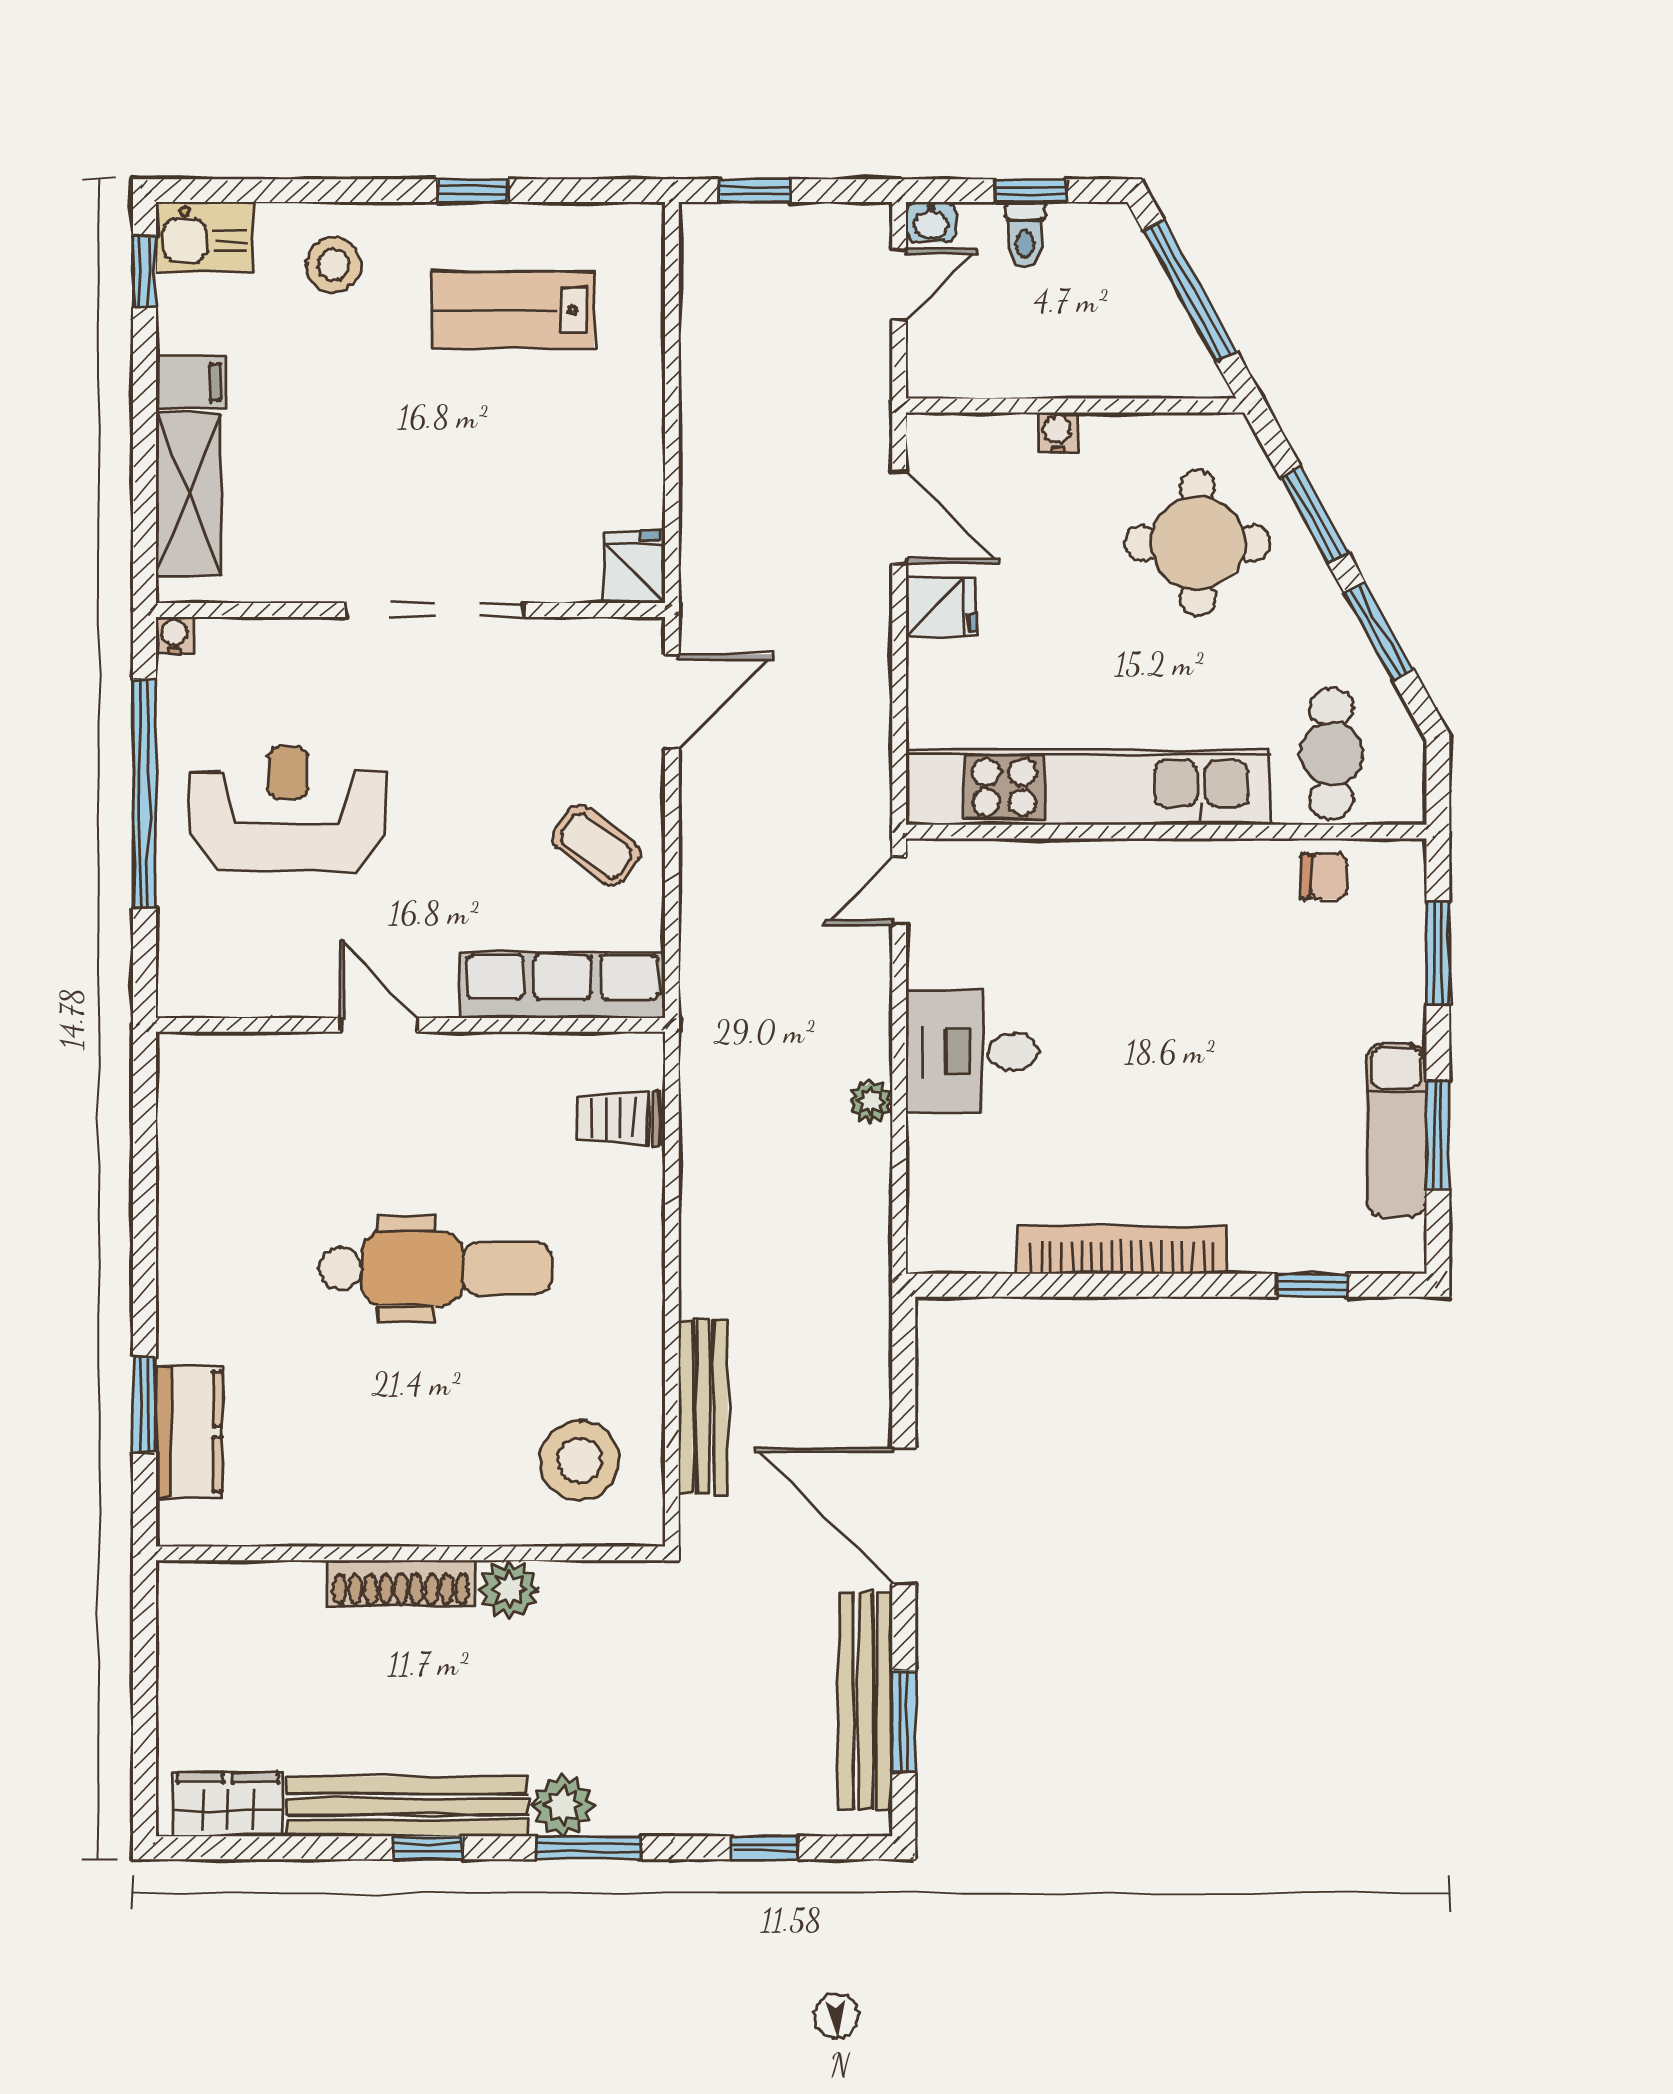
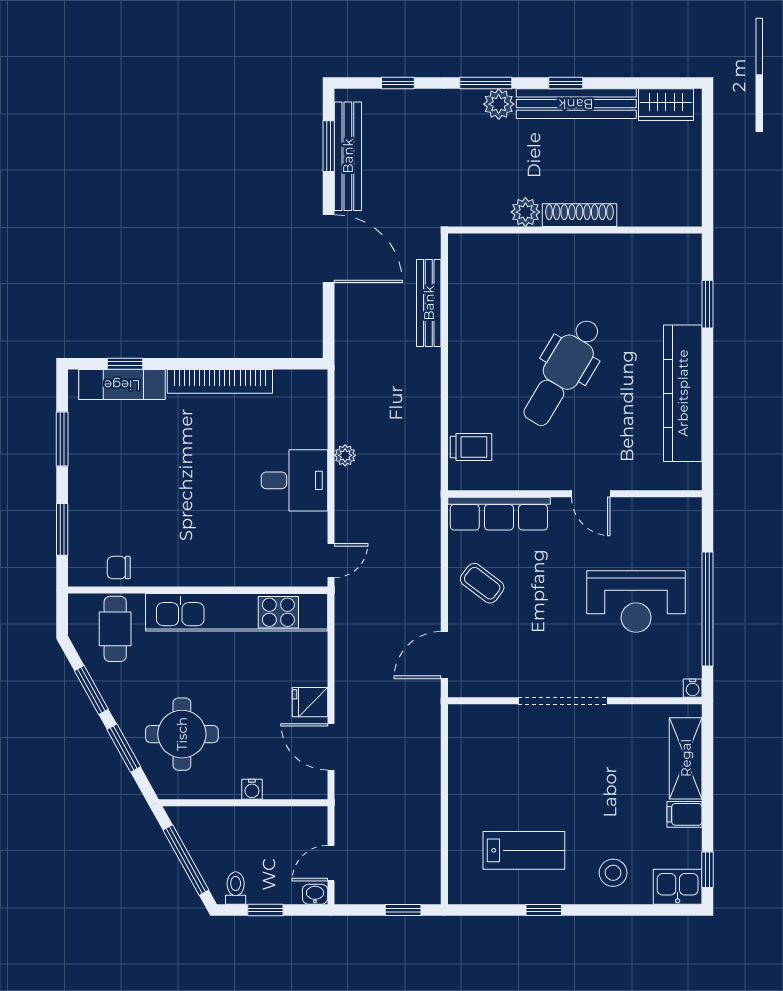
toilet: (1025, 235) -> (236, 888), moved
fridge: (635, 567) -> (463, 722), removed
exam couch: (1396, 1130) -> (122, 385), moved, turned 90
dental chair: (435, 1268) -> (562, 372), turned -59
kitchen counter: (189, 1432) -> (683, 393), moved, width x2.08, depth x1.17
stool: (580, 1461) -> (490, 276), removed

